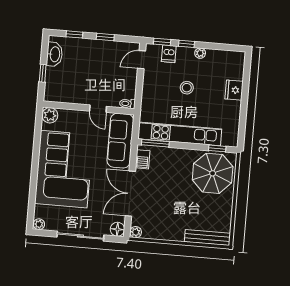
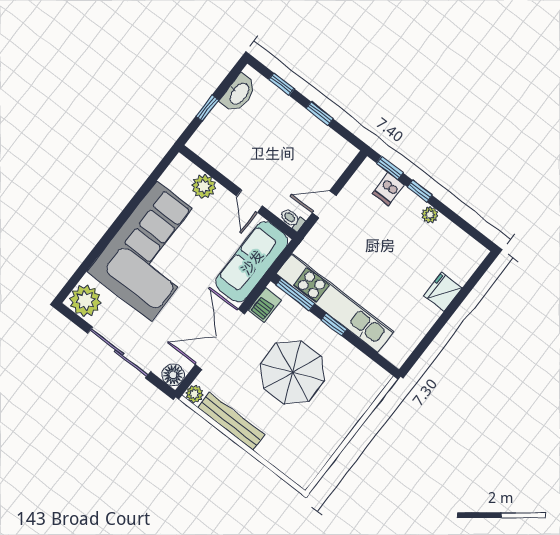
door: (142, 60) -> (324, 204), moved
stool: (187, 88) -> (383, 249), removed
plant: (50, 115) -> (204, 186), moved
window: (217, 148) -> (334, 325), moved
parasol: (213, 173) -> (292, 372), moved
plant: (39, 224) -> (85, 301), width x1.88, depth x1.88
bench: (207, 238) -> (231, 421), moved

